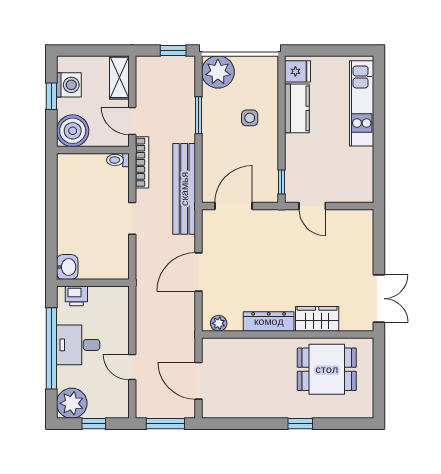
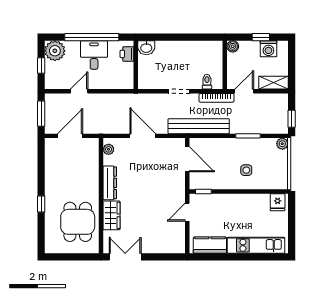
plant: (218, 72) -> (282, 144), width x0.53, depth x0.53
kitchen counter: (297, 108) -> (210, 245), moved, turned 180
boiler: (73, 131) -> (233, 46), width x0.54, depth x0.54
toilet: (118, 160) -> (207, 82), moved
double door: (379, 299) -> (125, 257), swing flipped

